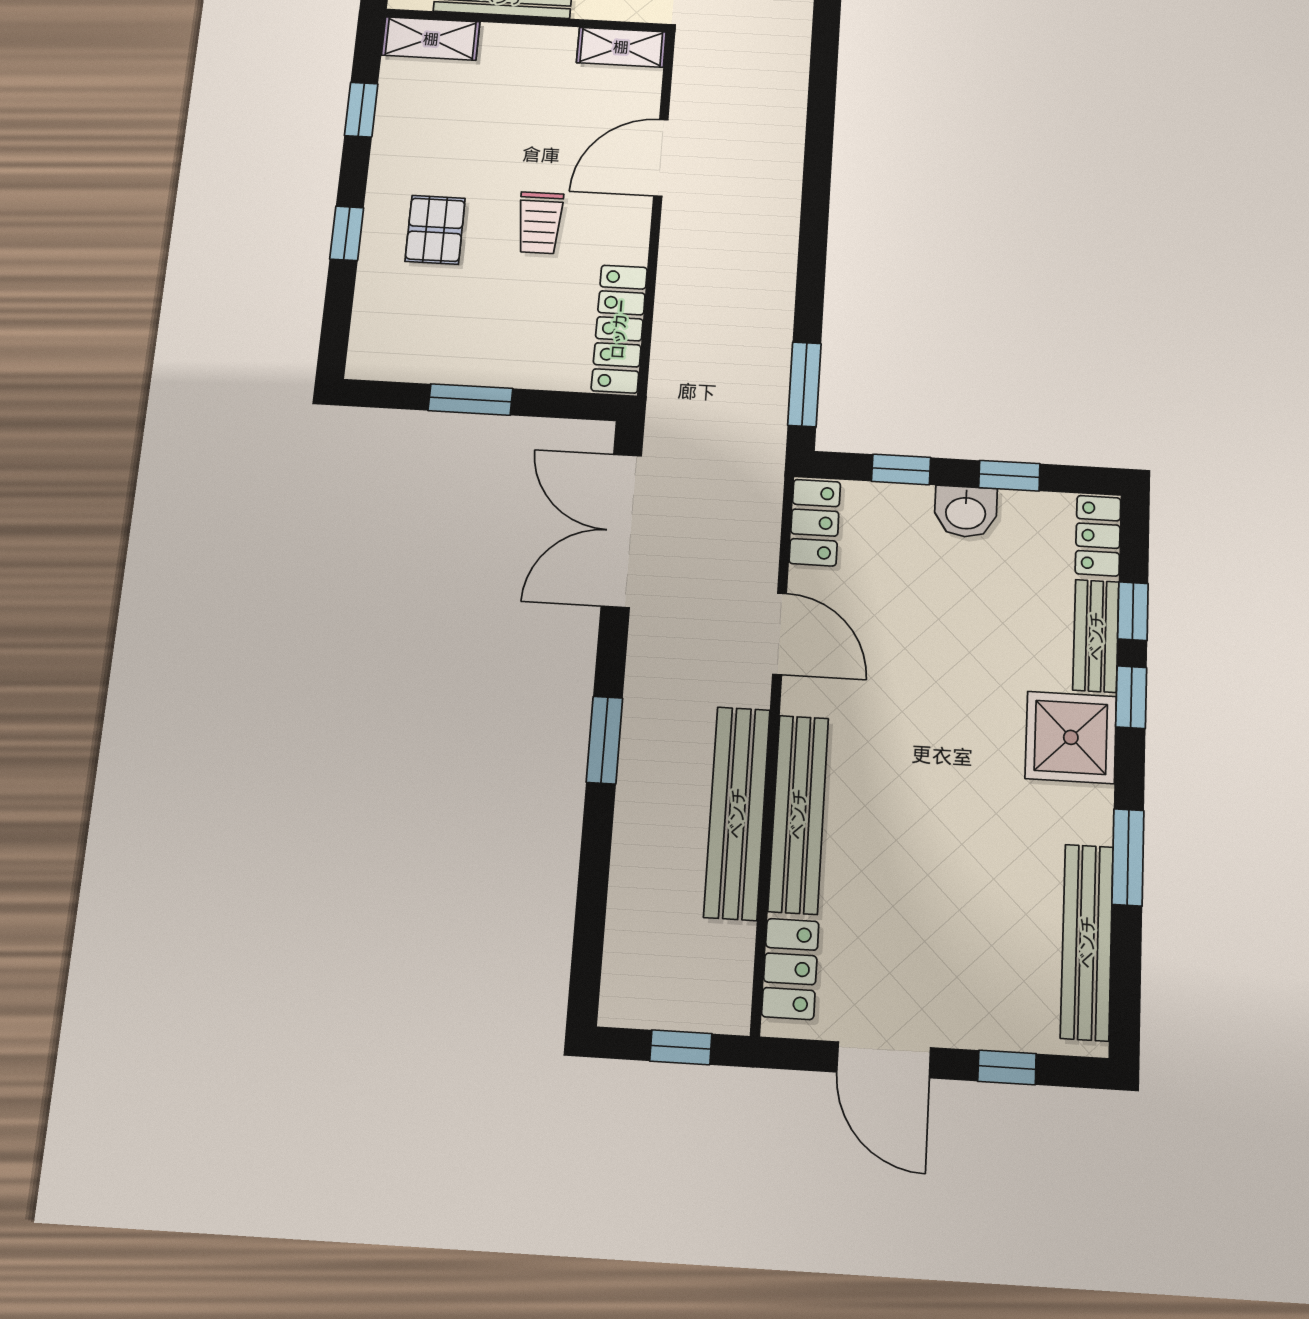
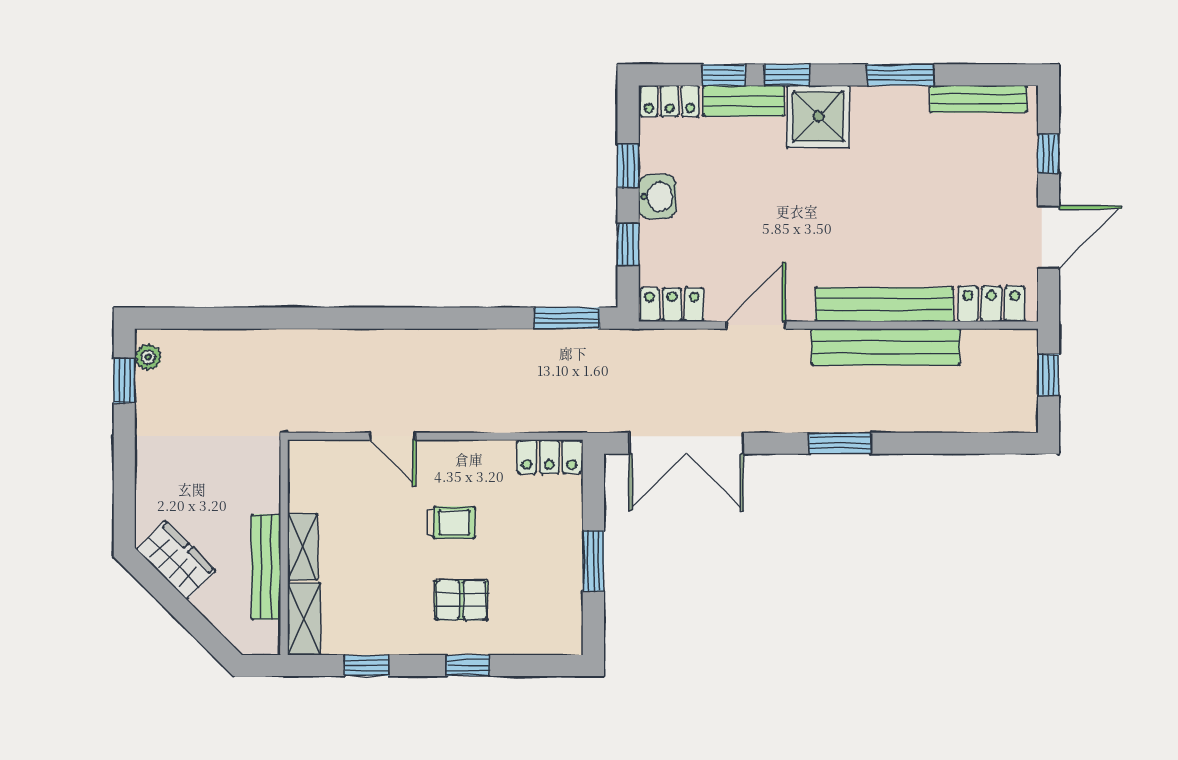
shelving: (621, 47) -> (303, 547), moved
door: (661, 158) -> (393, 436), width x0.73
locker: (619, 329) -> (549, 457), width x0.66
bench: (1087, 942) -> (978, 99), width x0.73, depth x0.82

